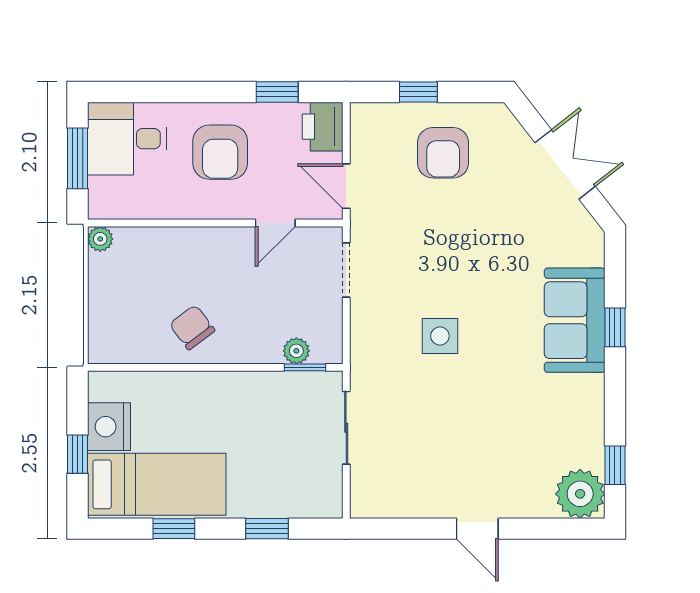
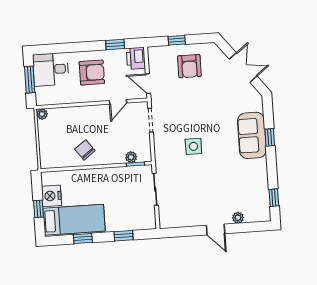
armchair: (220, 152) -> (92, 73), turned -90
plant: (580, 494) -> (238, 218), moved, width x0.53, depth x0.53

